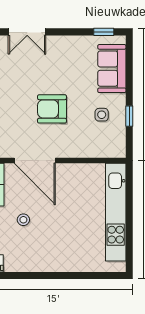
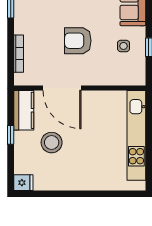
stool: (23, 220) -> (52, 143), width x1.89, depth x1.89

